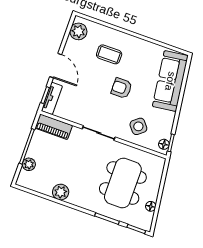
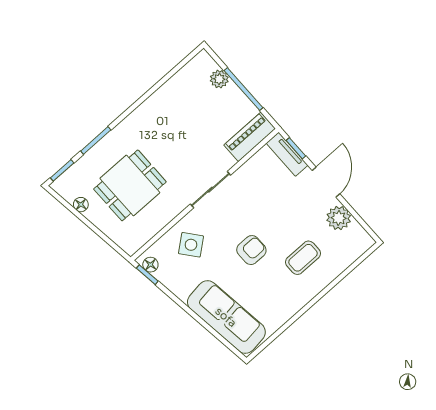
plant: (78, 31) -> (339, 218), moved
door: (56, 66) -> (326, 182), swing flipped
dining table: (123, 183) -> (130, 185), width x0.73
plant: (61, 192) -> (162, 100), removed

